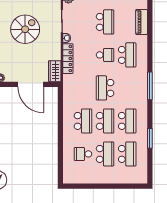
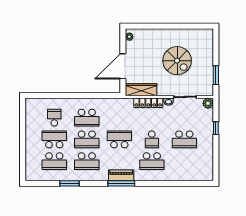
piano: (142, 22) -> (121, 175), moved
wardrobe: (55, 71) -> (141, 90), width x1.50
school desk: (105, 154) -> (54, 139), turned 180

